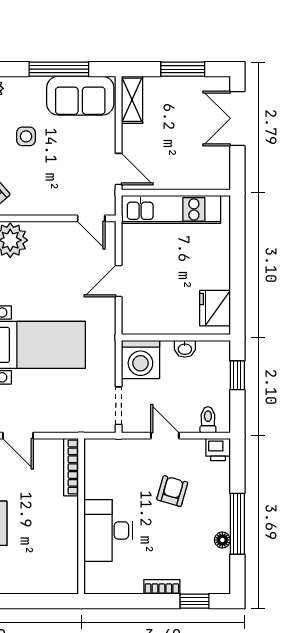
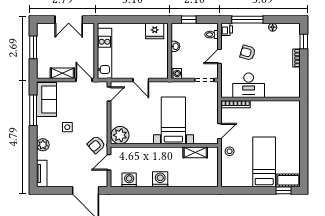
shelving: (132, 100) -> (62, 73), moved
double door: (237, 118) -> (69, 20), moved
door: (119, 169) -> (84, 80), hinge flipped
washing machine: (140, 359) -> (176, 73), width x0.53, depth x0.53
window: (237, 524) -> (247, 20), moved
desk: (108, 530) -> (249, 85), moved

